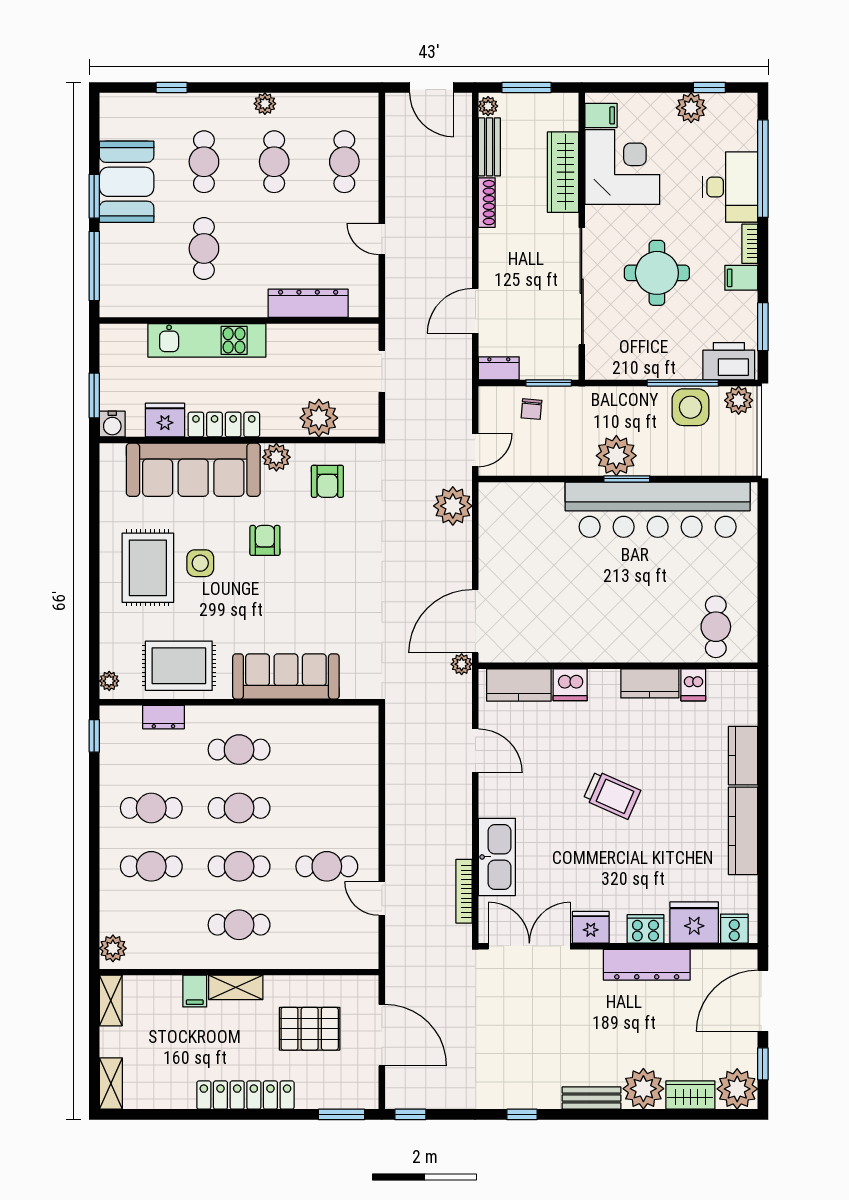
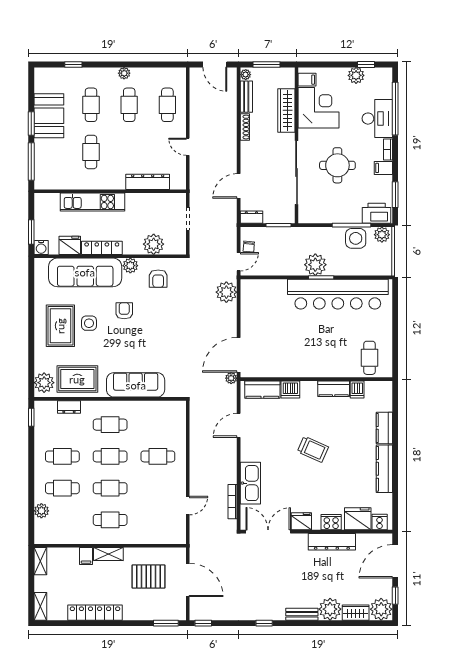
chair: (531, 409) -> (249, 247), moved
plant: (109, 681) -> (44, 383), width x1.87, depth x1.87
door: (475, 751) -> (239, 425), swing flipped
cafe table: (327, 866) -> (158, 456), moved
door: (382, 898) -> (188, 506), swing flipped
plant: (113, 948) -> (41, 511), moved
locker: (245, 1095) -> (95, 613), moved

